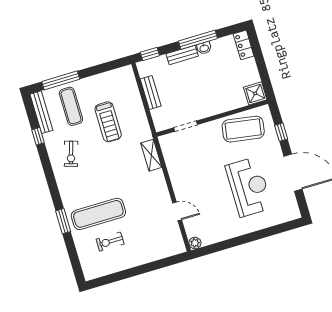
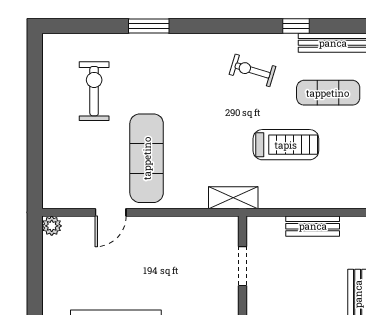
treadmill: (108, 122) -> (286, 145), turned 180
shelving: (151, 155) -> (233, 198), moved
exercise mat: (98, 214) -> (147, 158), moved
exercise bike: (110, 242) -> (94, 91), width x1.38, depth x1.39

